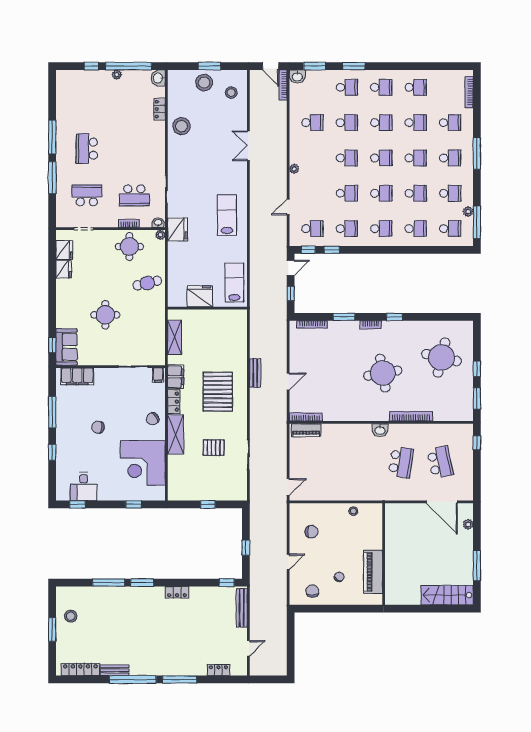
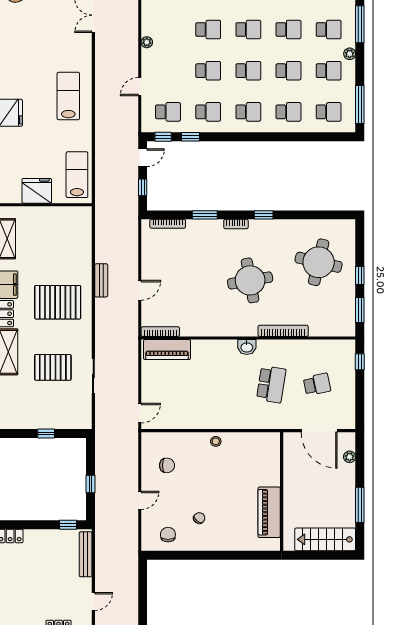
plant: (468, 212) -> (350, 54), moved
pallet: (218, 392) -> (58, 302), turned 90
piano: (306, 430) -> (167, 350), width x1.37, depth x1.33
pallet: (214, 448) -> (53, 367), width x1.50, depth x1.42
school desk: (440, 462) -> (317, 384), width x0.54
wall: (384, 554) -> (282, 491), moved
piano: (373, 572) -> (269, 512), moved

